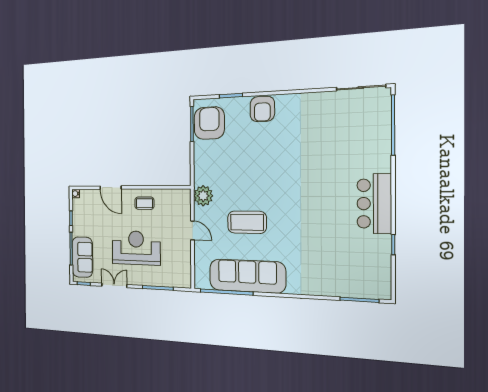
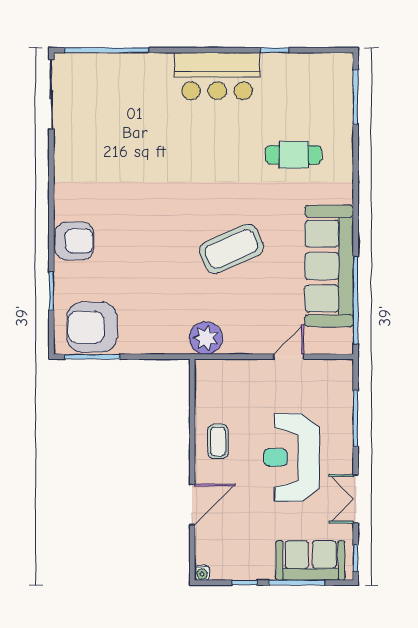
coffee table: (247, 222) -> (231, 249), moved, turned 66
door: (192, 230) -> (289, 357), moved
cafe table: (319, 255) -> (294, 155), added

